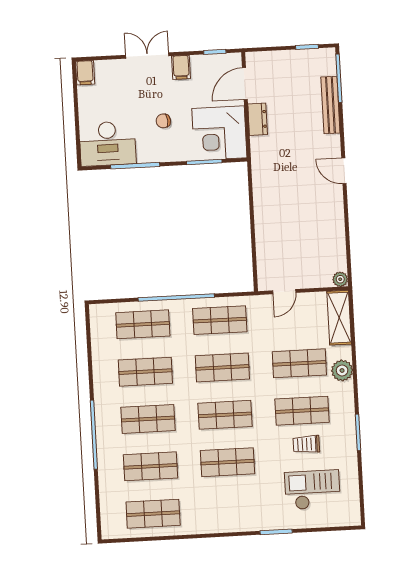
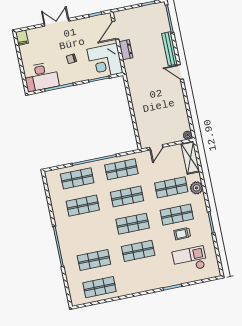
filing cabinet: (181, 67) -> (77, 26), removed
bench: (330, 105) -> (170, 49), moved
shop shelf: (148, 419) -> (88, 233), removed

